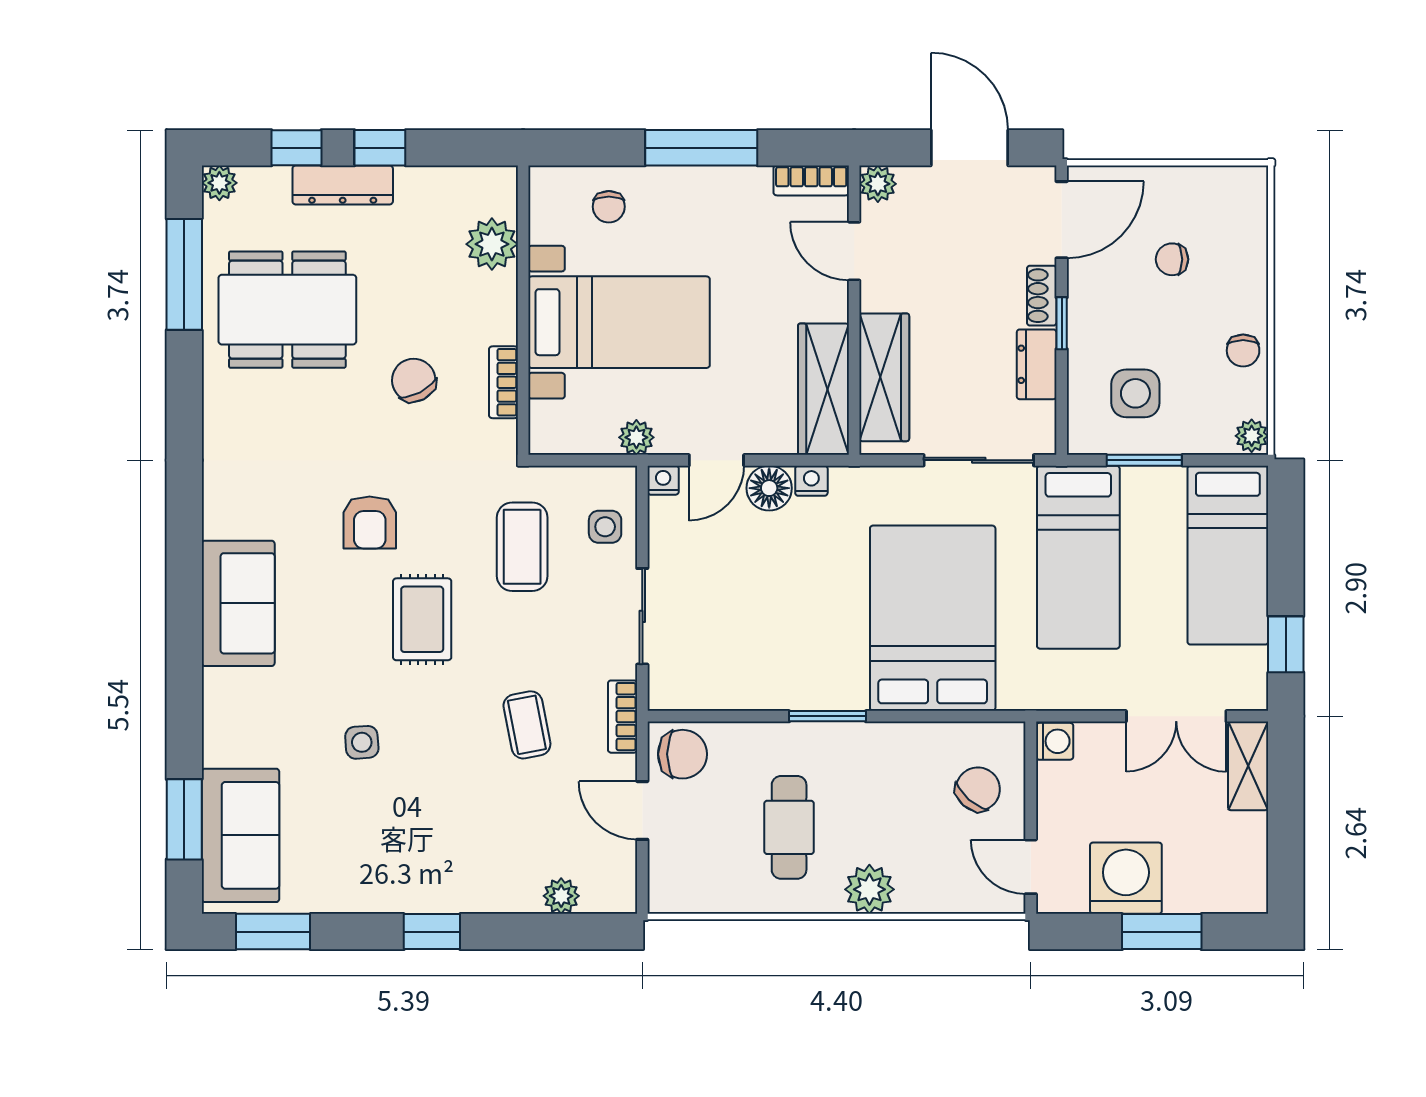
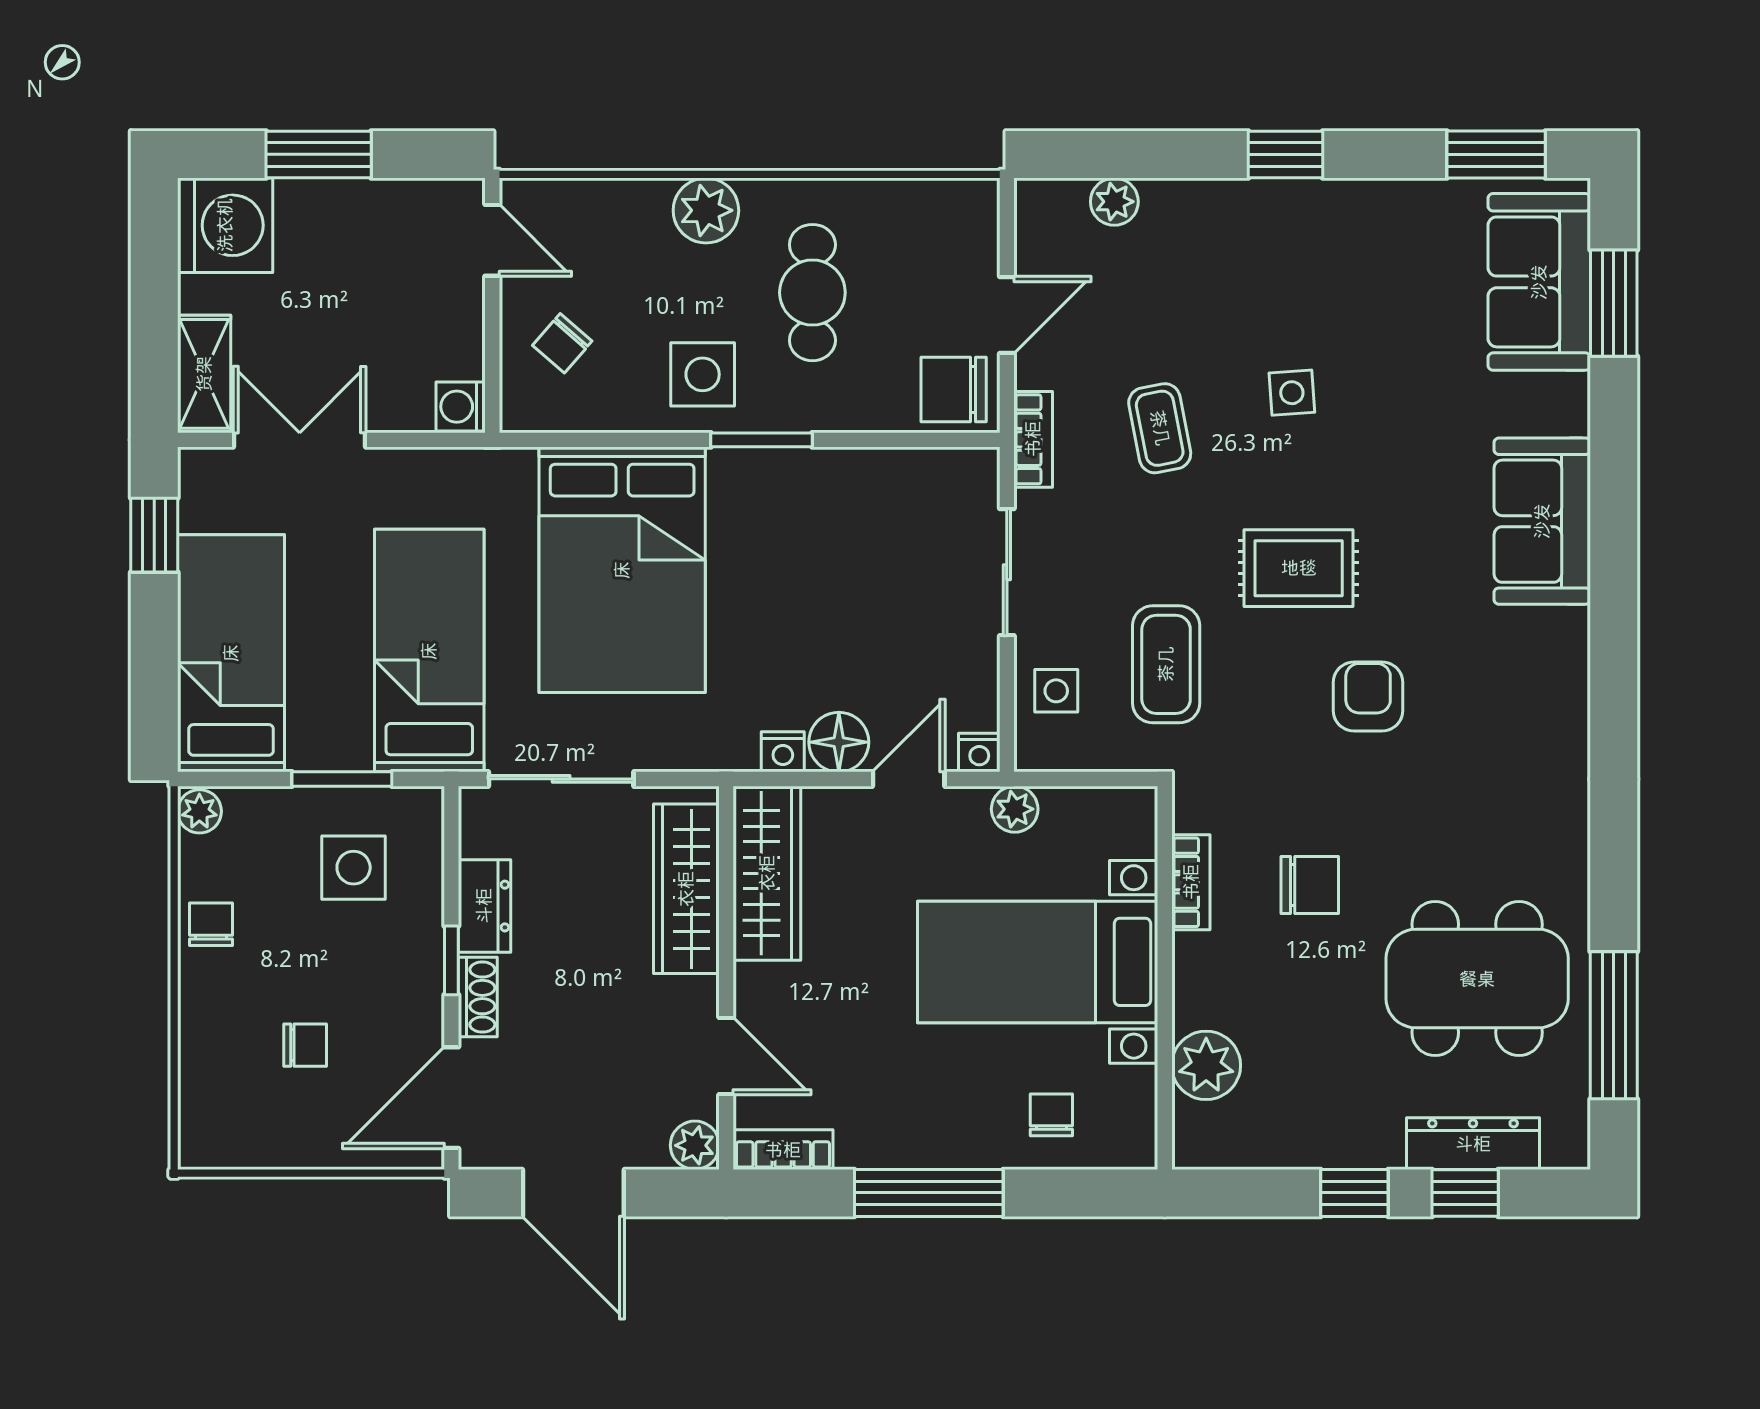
plant: (219, 183) -> (1567, 1146), removed
dresser: (343, 185) -> (1473, 1144), moved
chair: (414, 380) -> (1310, 885), turned -62
sofa: (238, 603) -> (1542, 521), moved
rug: (422, 619) -> (1299, 568), turned 90
side table: (362, 742) -> (1292, 393), moved
side table: (872, 766) -> (703, 374), added
chair: (978, 789) -> (562, 343), width x0.73, depth x0.73
door: (642, 810) -> (1007, 315), hinge flipped
washing machine: (1126, 878) -> (225, 225), moved, turned -90

